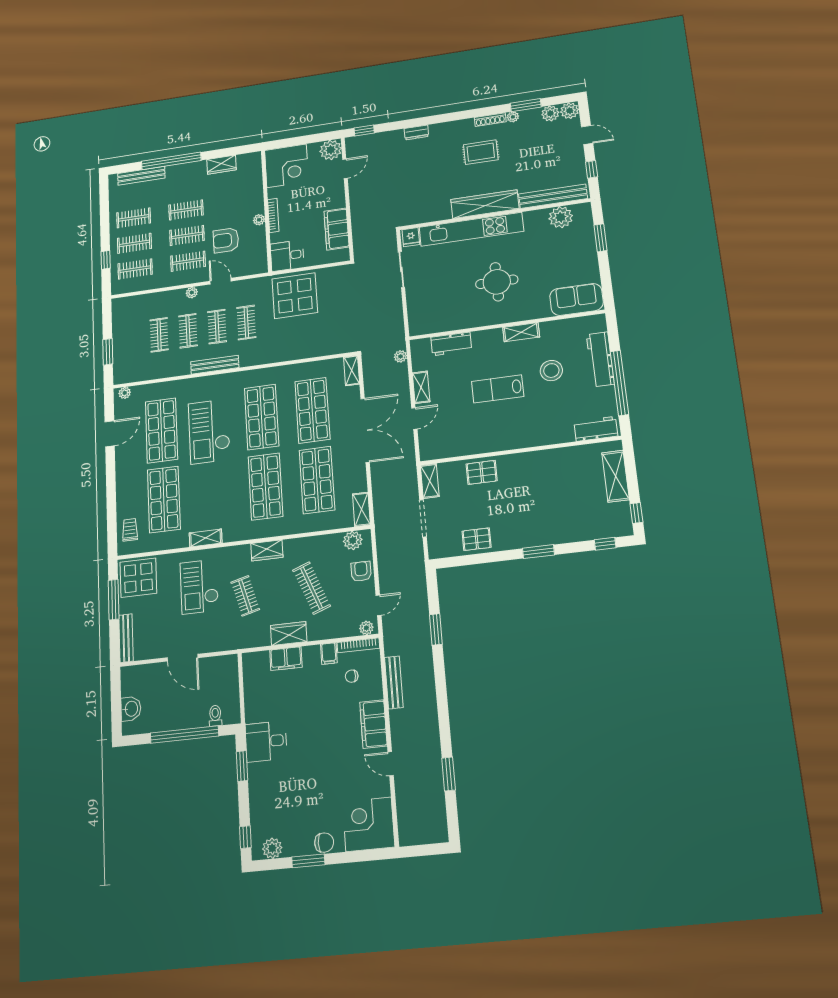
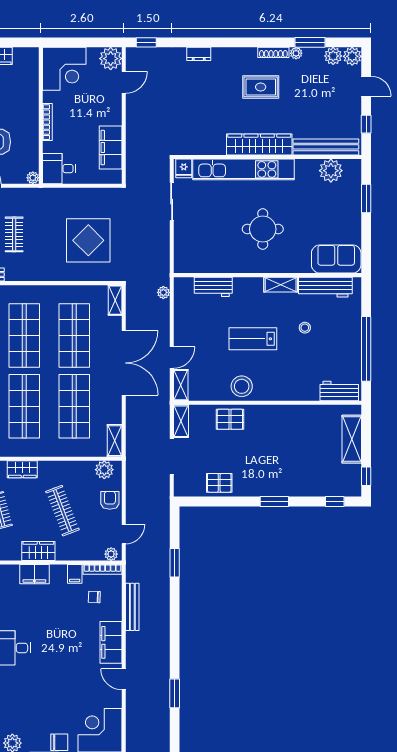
plant: (259, 220) -> (33, 178), moved
display table: (295, 296) -> (88, 240), moved
workbench: (600, 359) -> (325, 287), moved, turned -90
stool: (551, 371) -> (305, 328), width x0.53, depth x0.53
shelving: (421, 387) -> (181, 385), moved
stool: (491, 438) -> (242, 386), added

